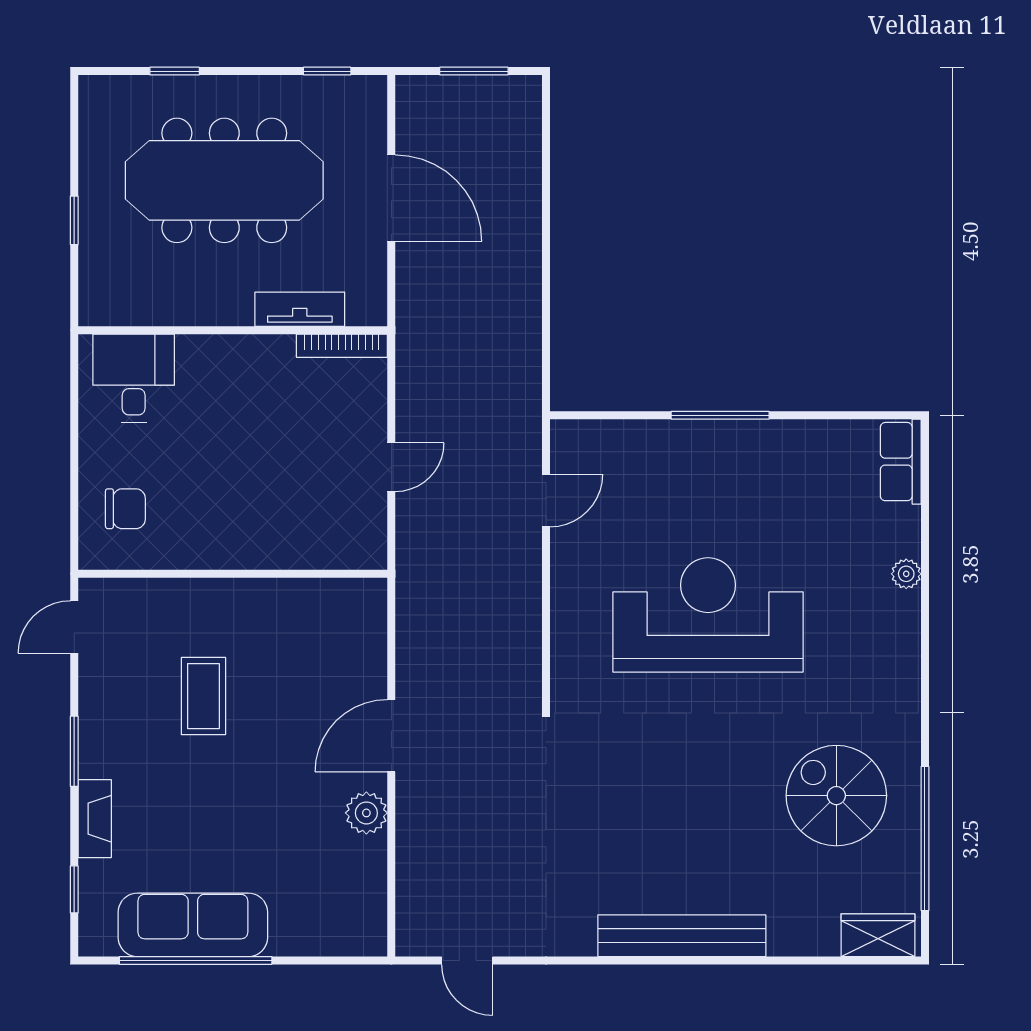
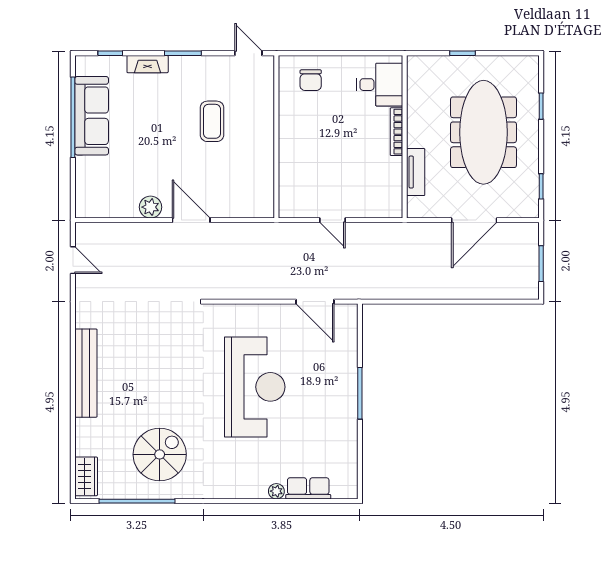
bookcase: (342, 346) -> (396, 132), moved
row of seats: (901, 462) -> (308, 488), moved
door: (546, 500) -> (315, 302), width x1.38
coffee table: (203, 696) -> (212, 121), turned 90
door: (467, 960) -> (73, 260), swing flipped

